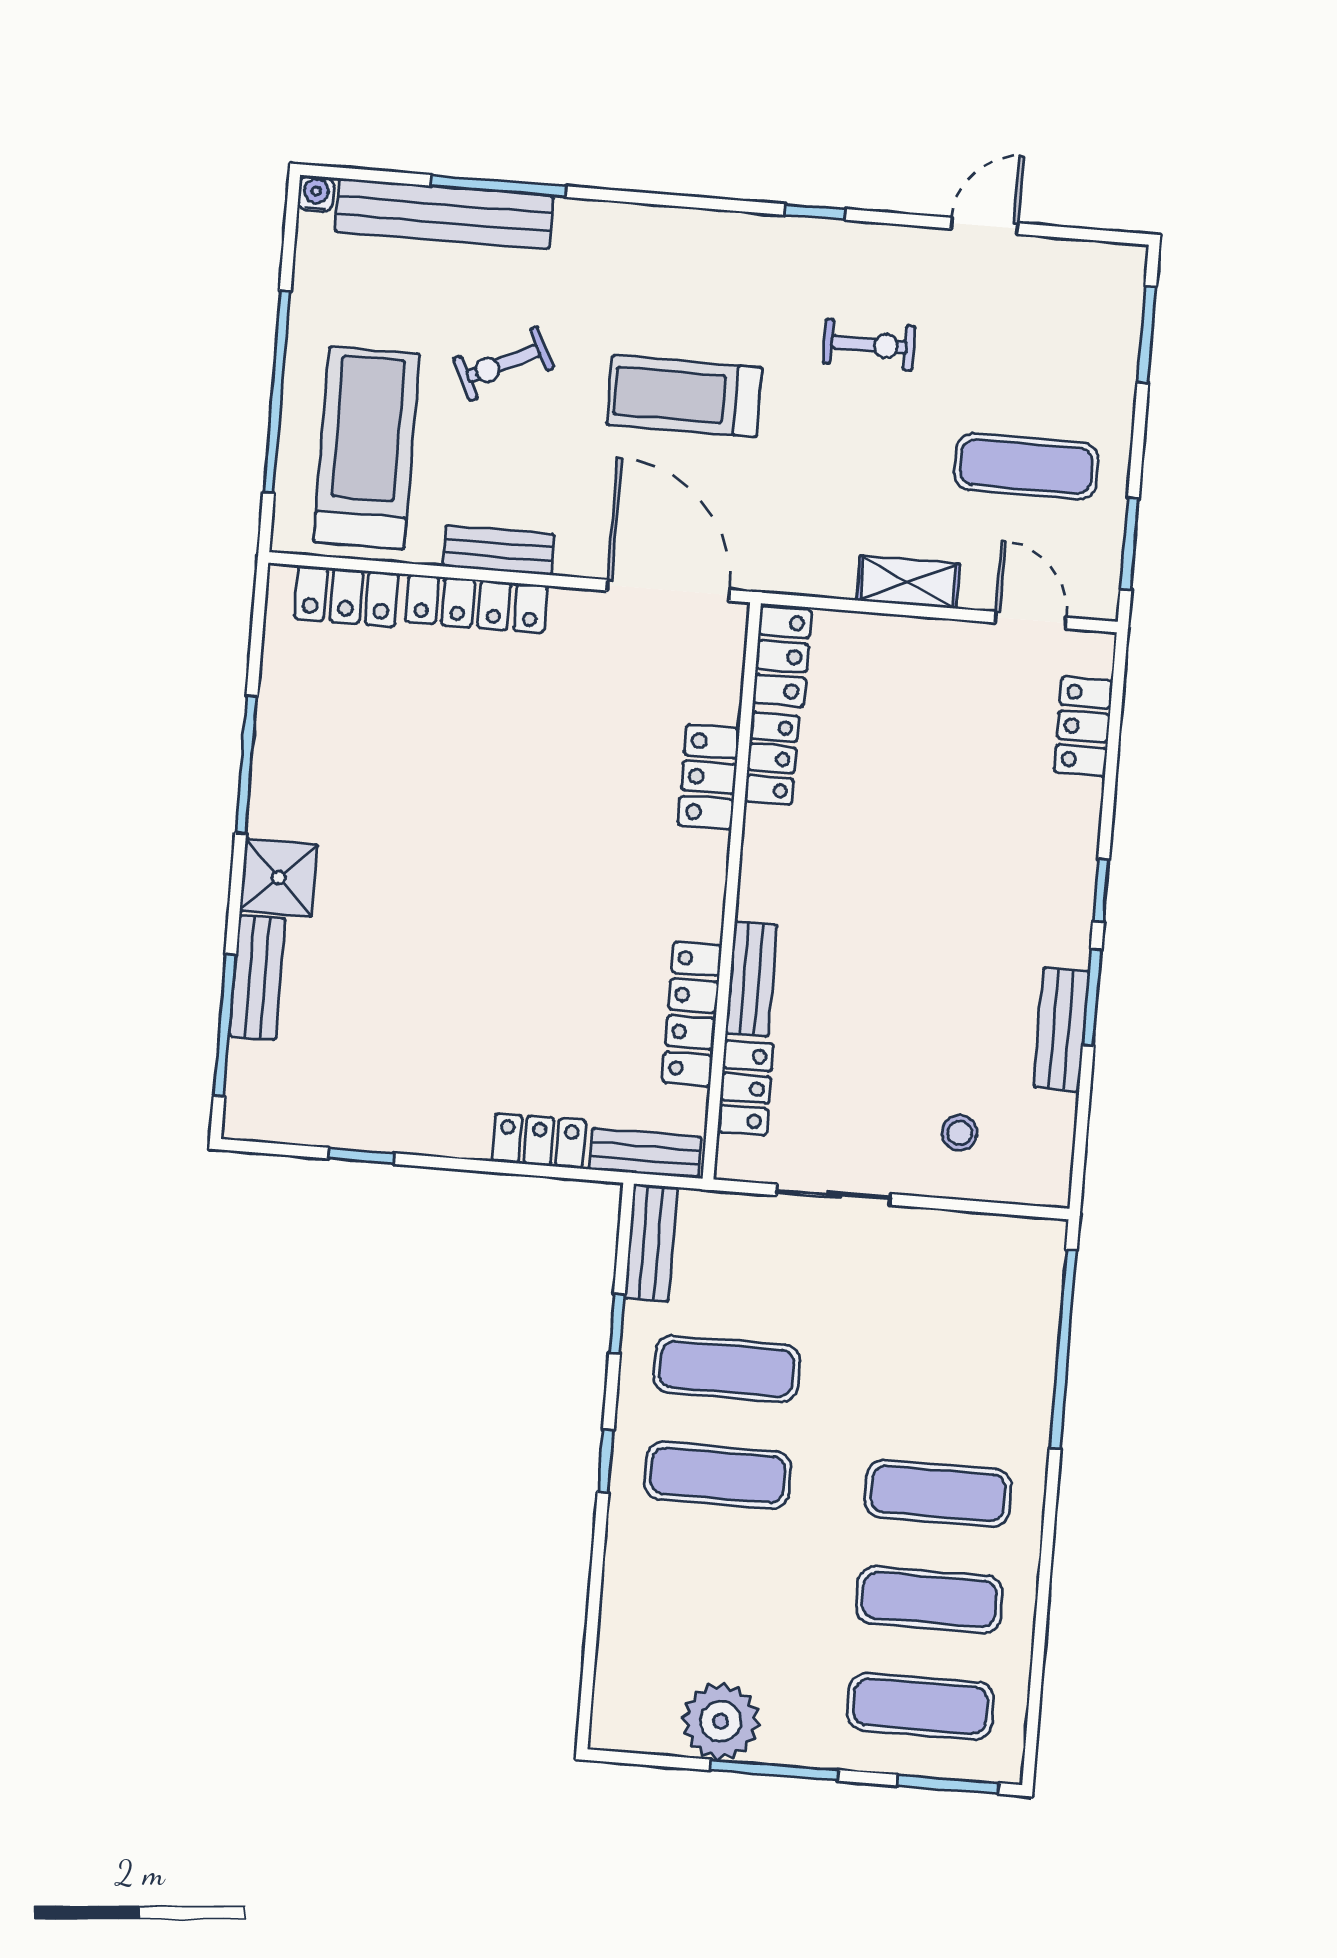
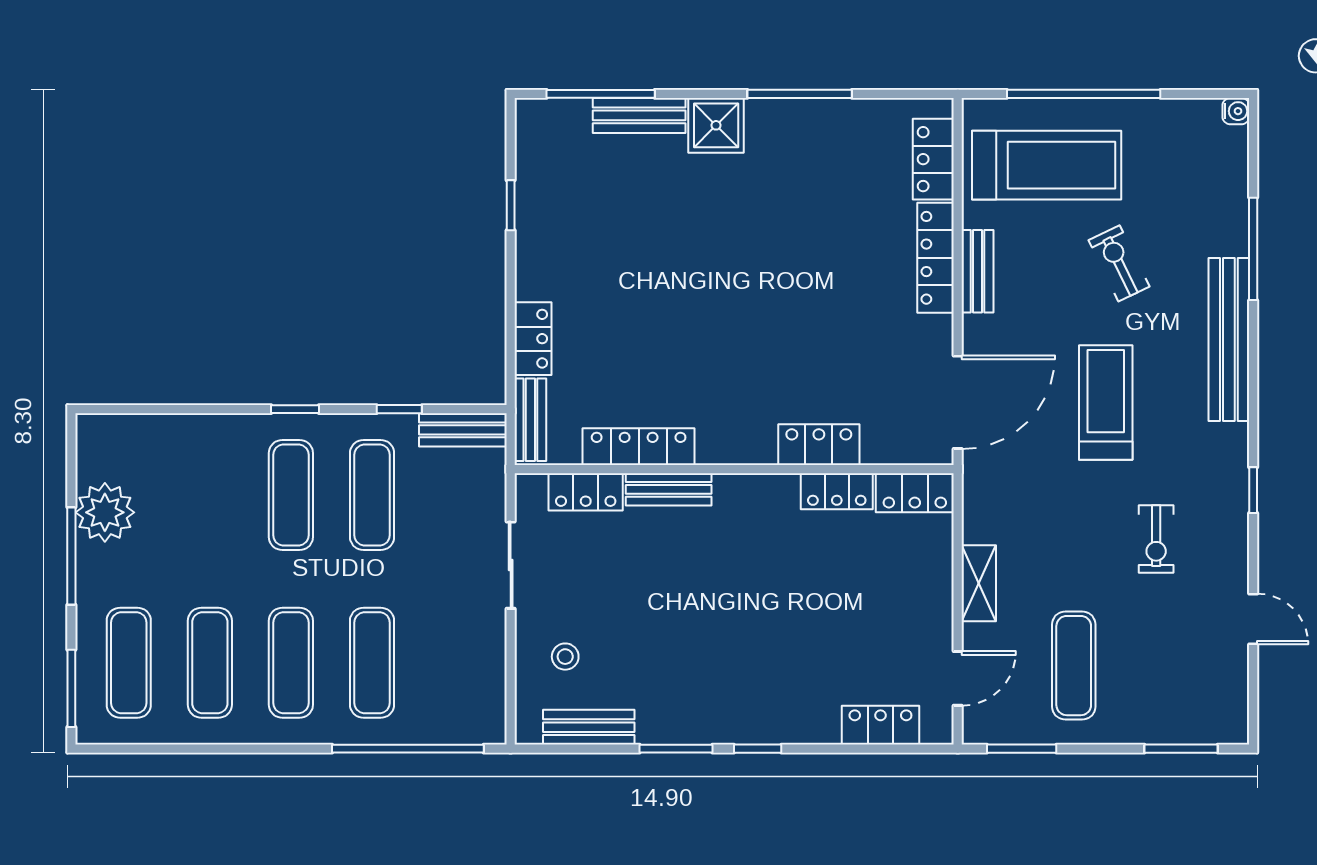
bench: (444, 214) -> (1229, 339), moved
bench: (1061, 1029) -> (589, 727), moved
exercise mat: (947, 1387) -> (372, 663), added

